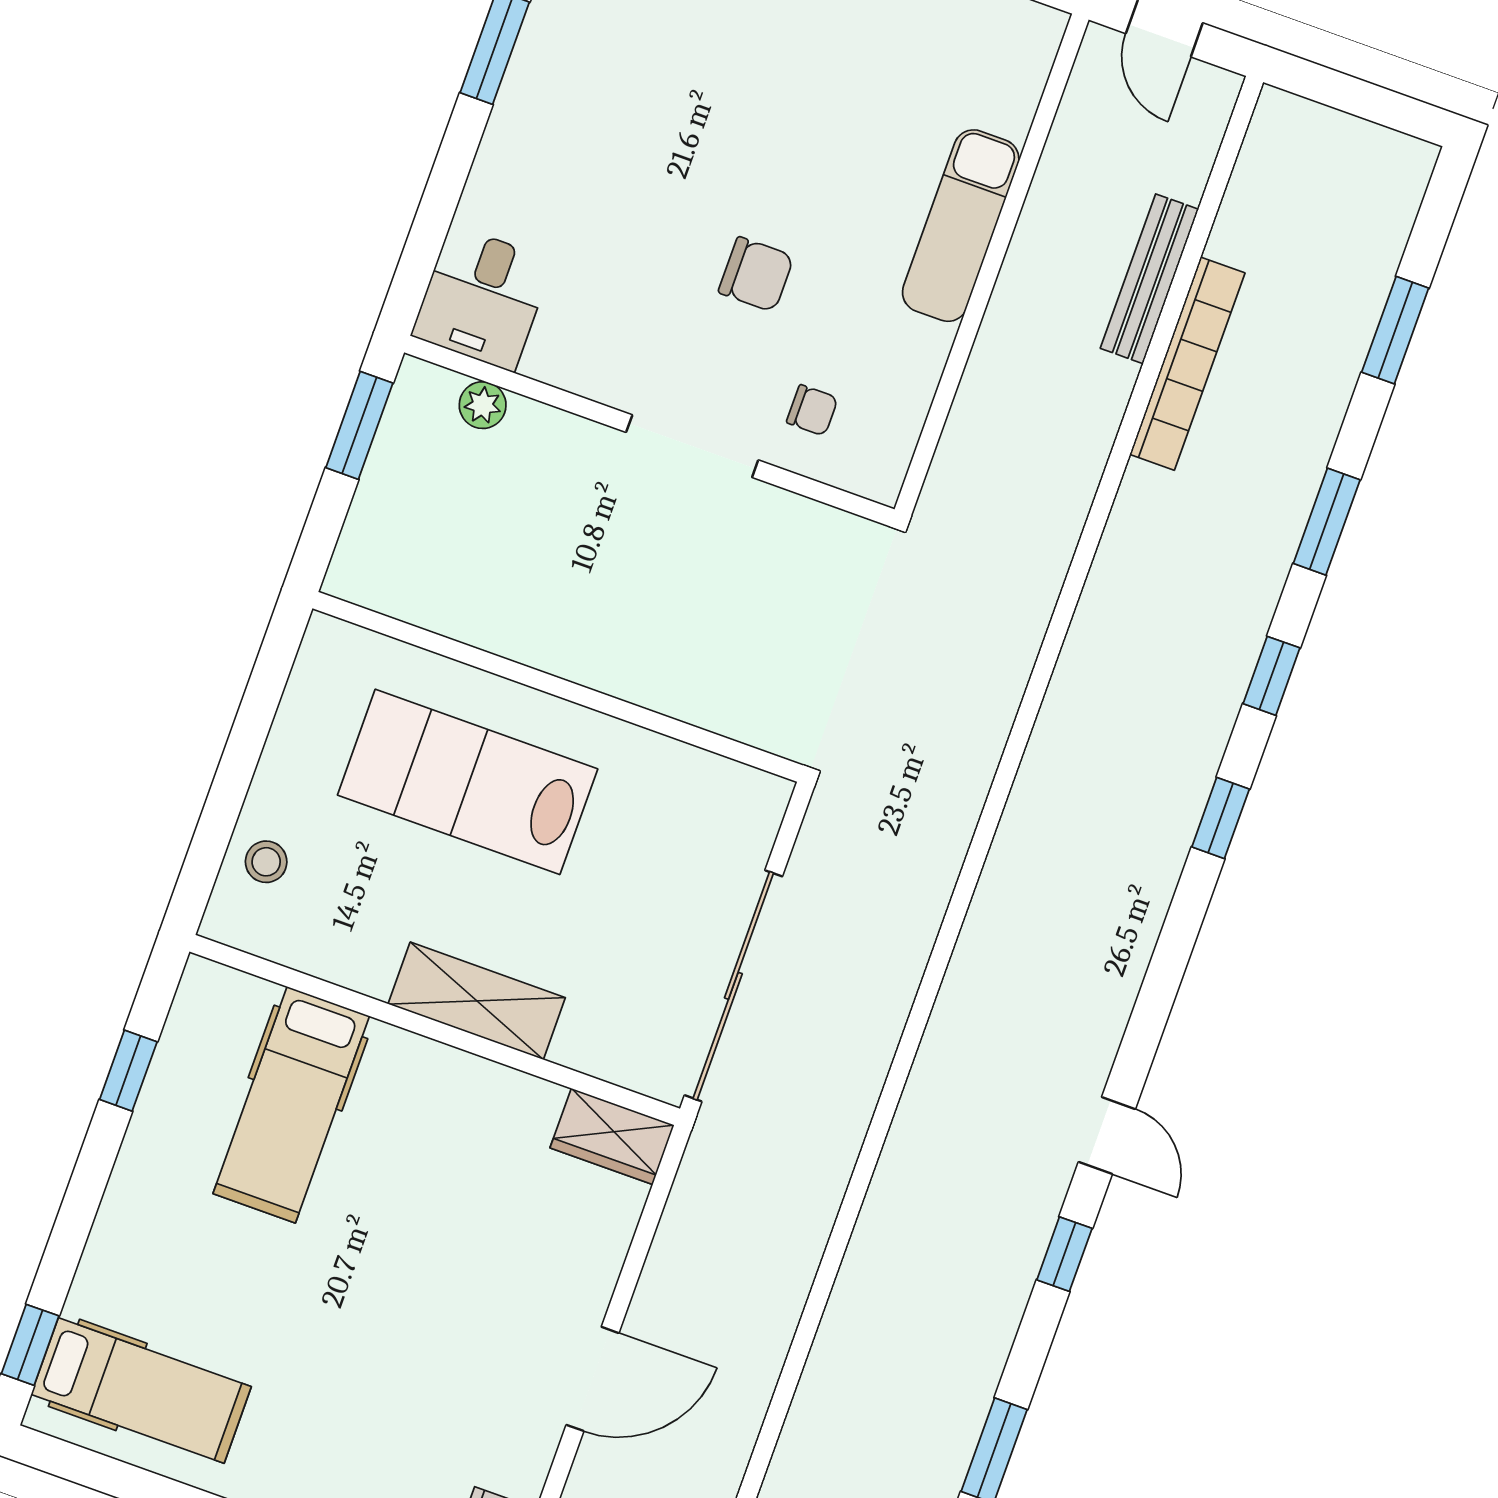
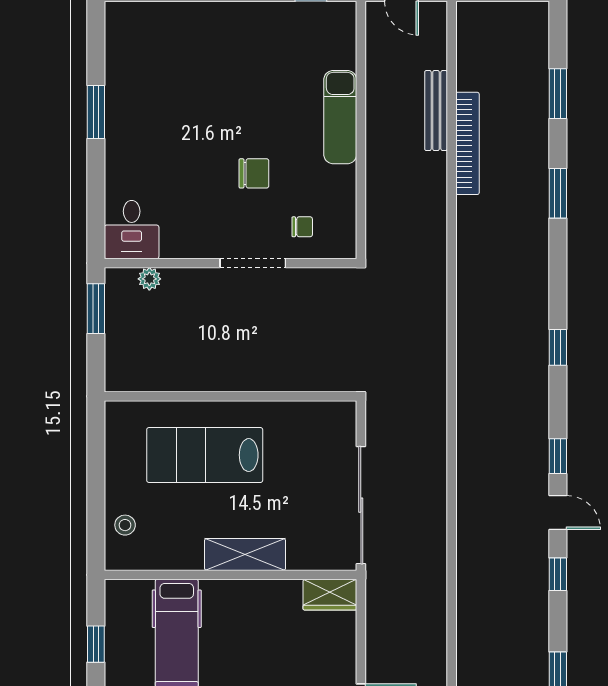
window: (1272, 676) -> (558, 456), moved

